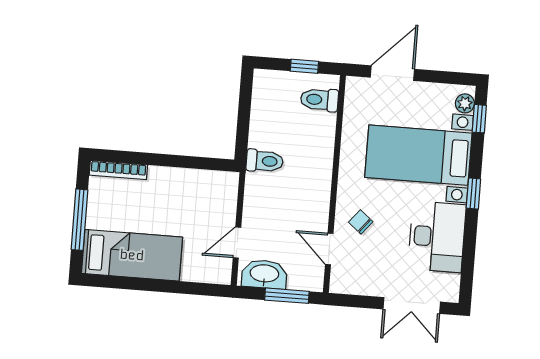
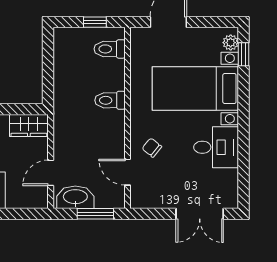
toilet: (265, 161) -> (110, 100), moved, turned 180
wardrobe: (216, 184) -> (29, 125), added
window: (473, 194) -> (244, 117), removed
desk: (437, 237) -> (216, 147), width x0.73

